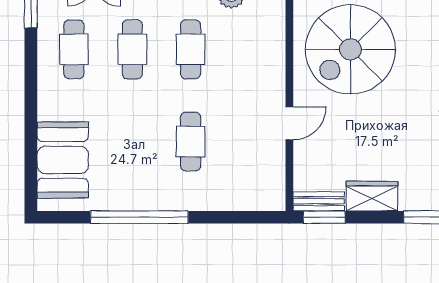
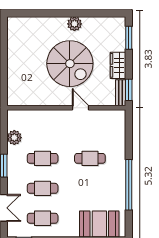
spiral stairs: (350, 49) -> (70, 64), moved

